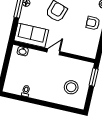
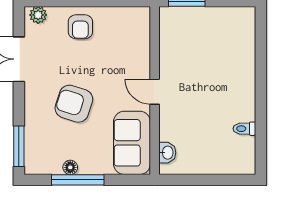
stool: (71, 87) -> (217, 41), removed

